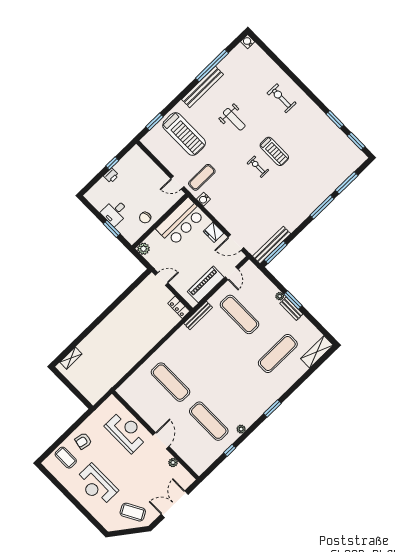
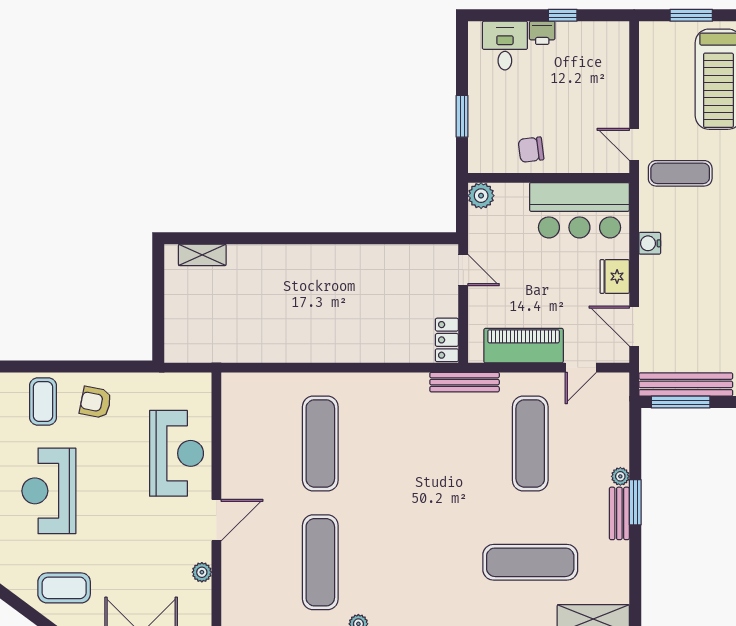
water cooler: (204, 199) -> (650, 243), moved
desk: (115, 212) -> (505, 46), moved, turned 90
coffee table: (133, 512) -> (64, 588), turned -61

